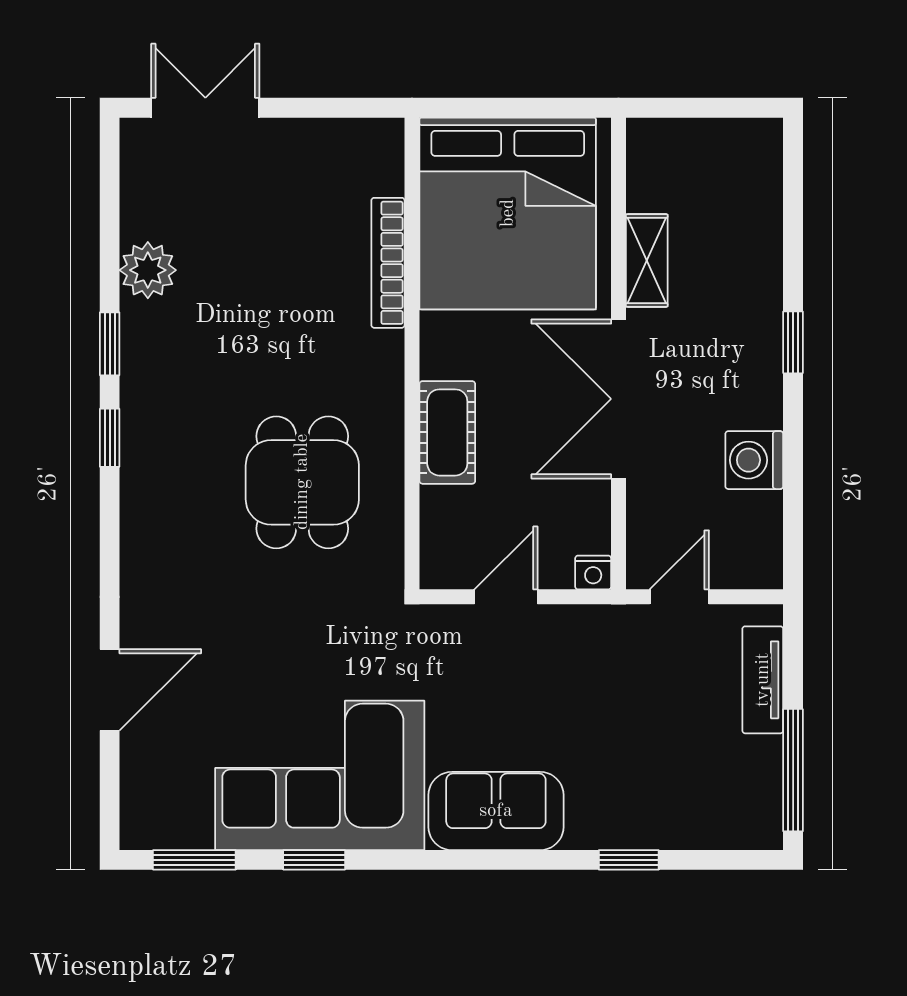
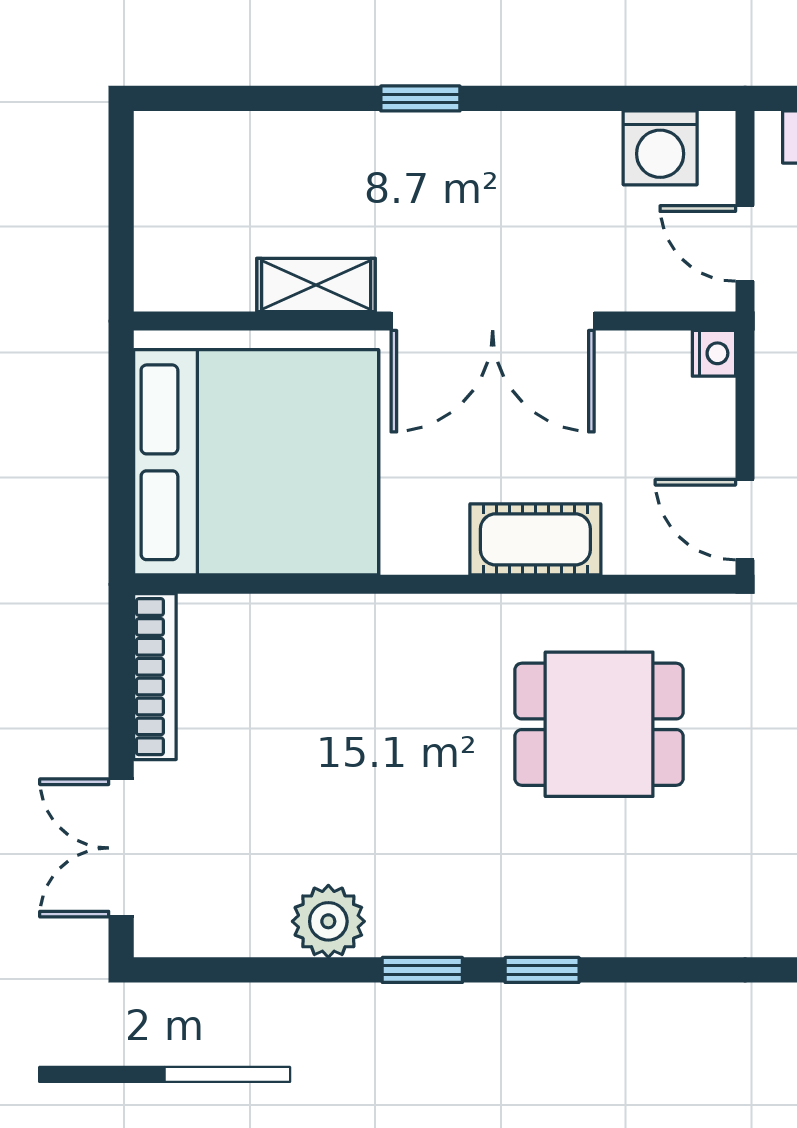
bookcase: (388, 263) -> (155, 677), moved, turned -90
washing machine: (754, 460) -> (660, 148), moved
door: (506, 597) -> (745, 520), moved

